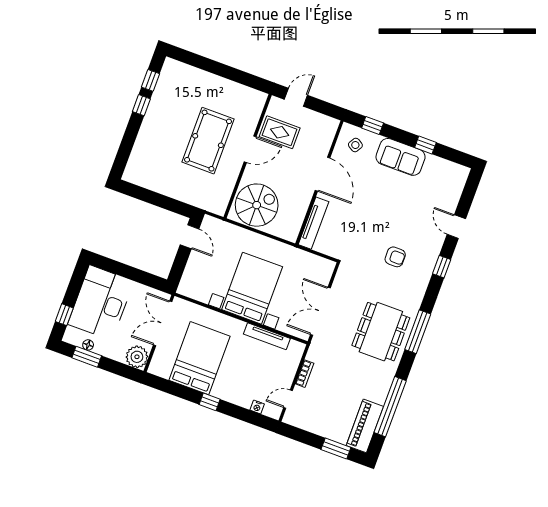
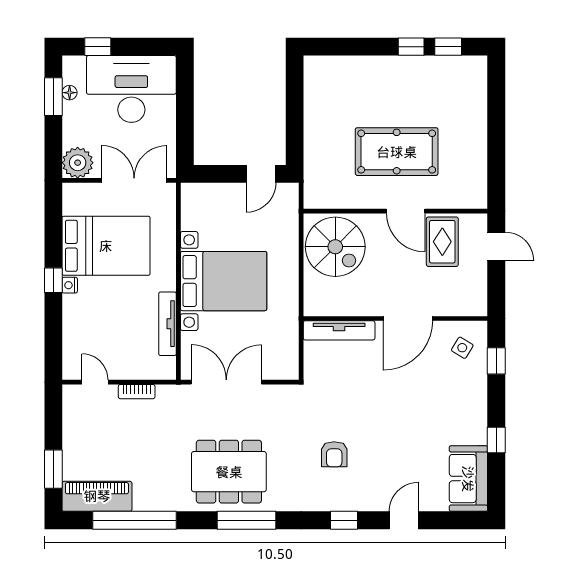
sofa: (401, 157) -> (468, 479), moved
nightstand: (257, 407) -> (70, 285), moved

